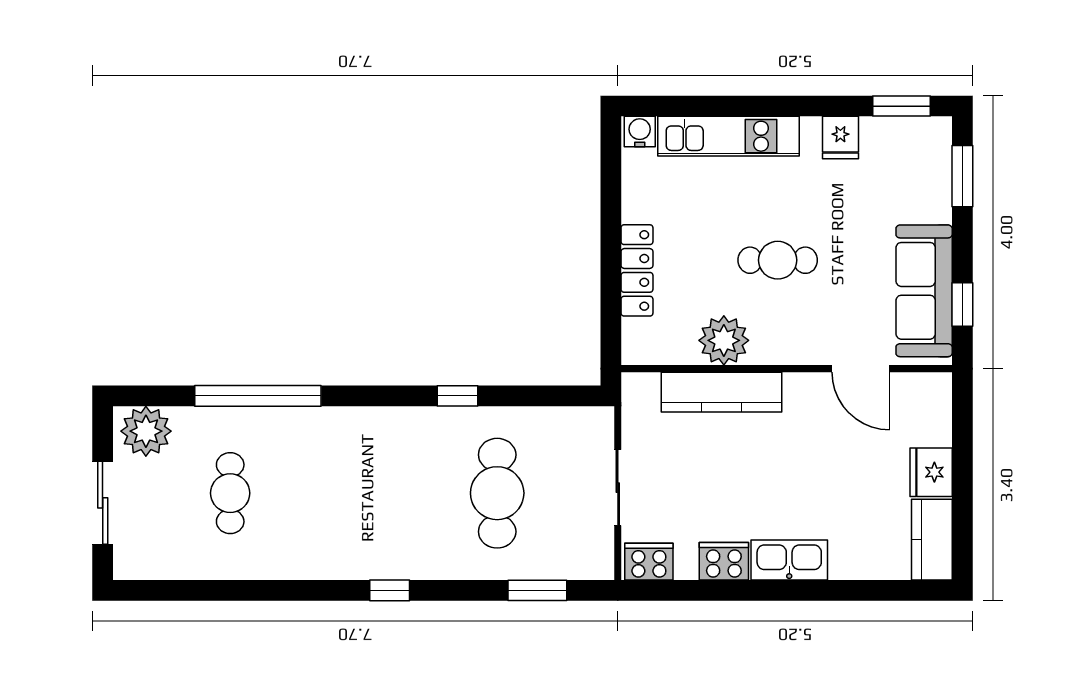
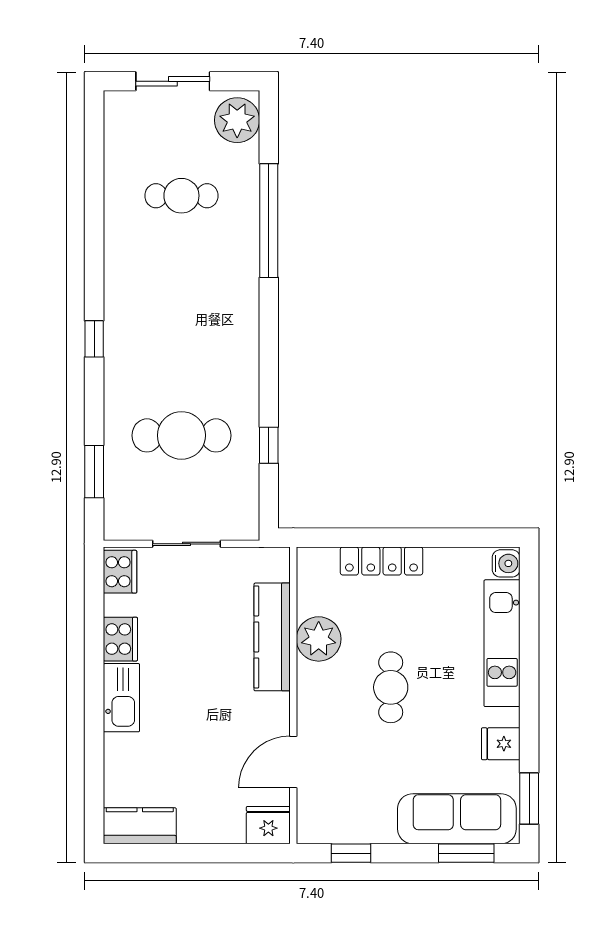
sofa: (924, 291) -> (457, 819), moved
window: (457, 396) -> (269, 445), moved
fridge: (931, 472) -> (268, 825), moved

